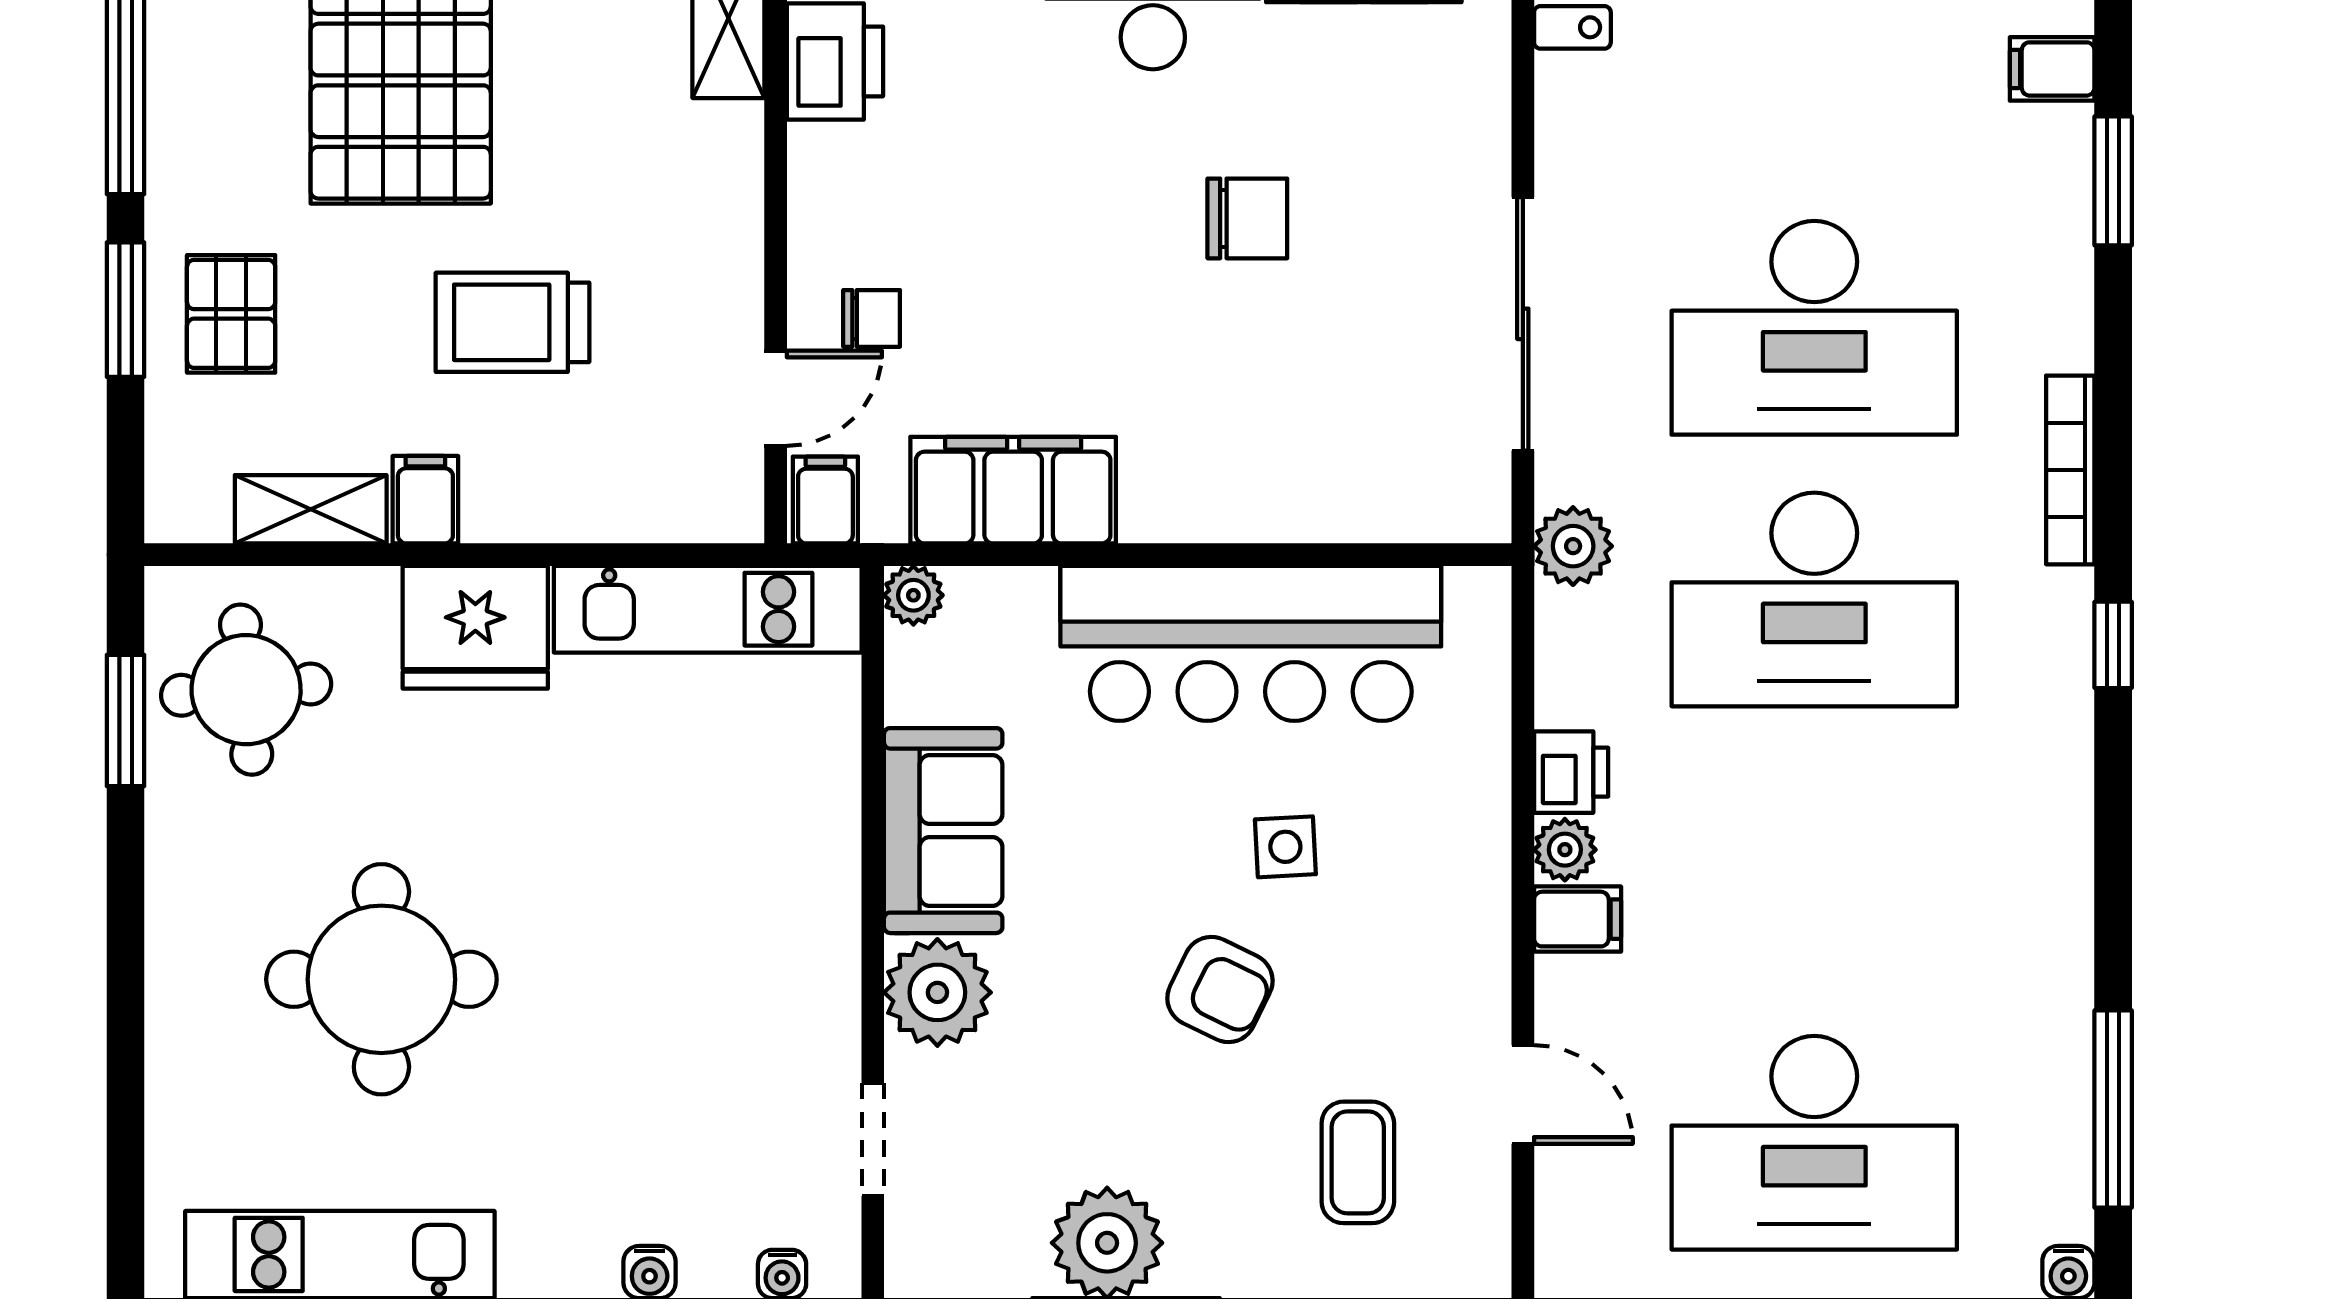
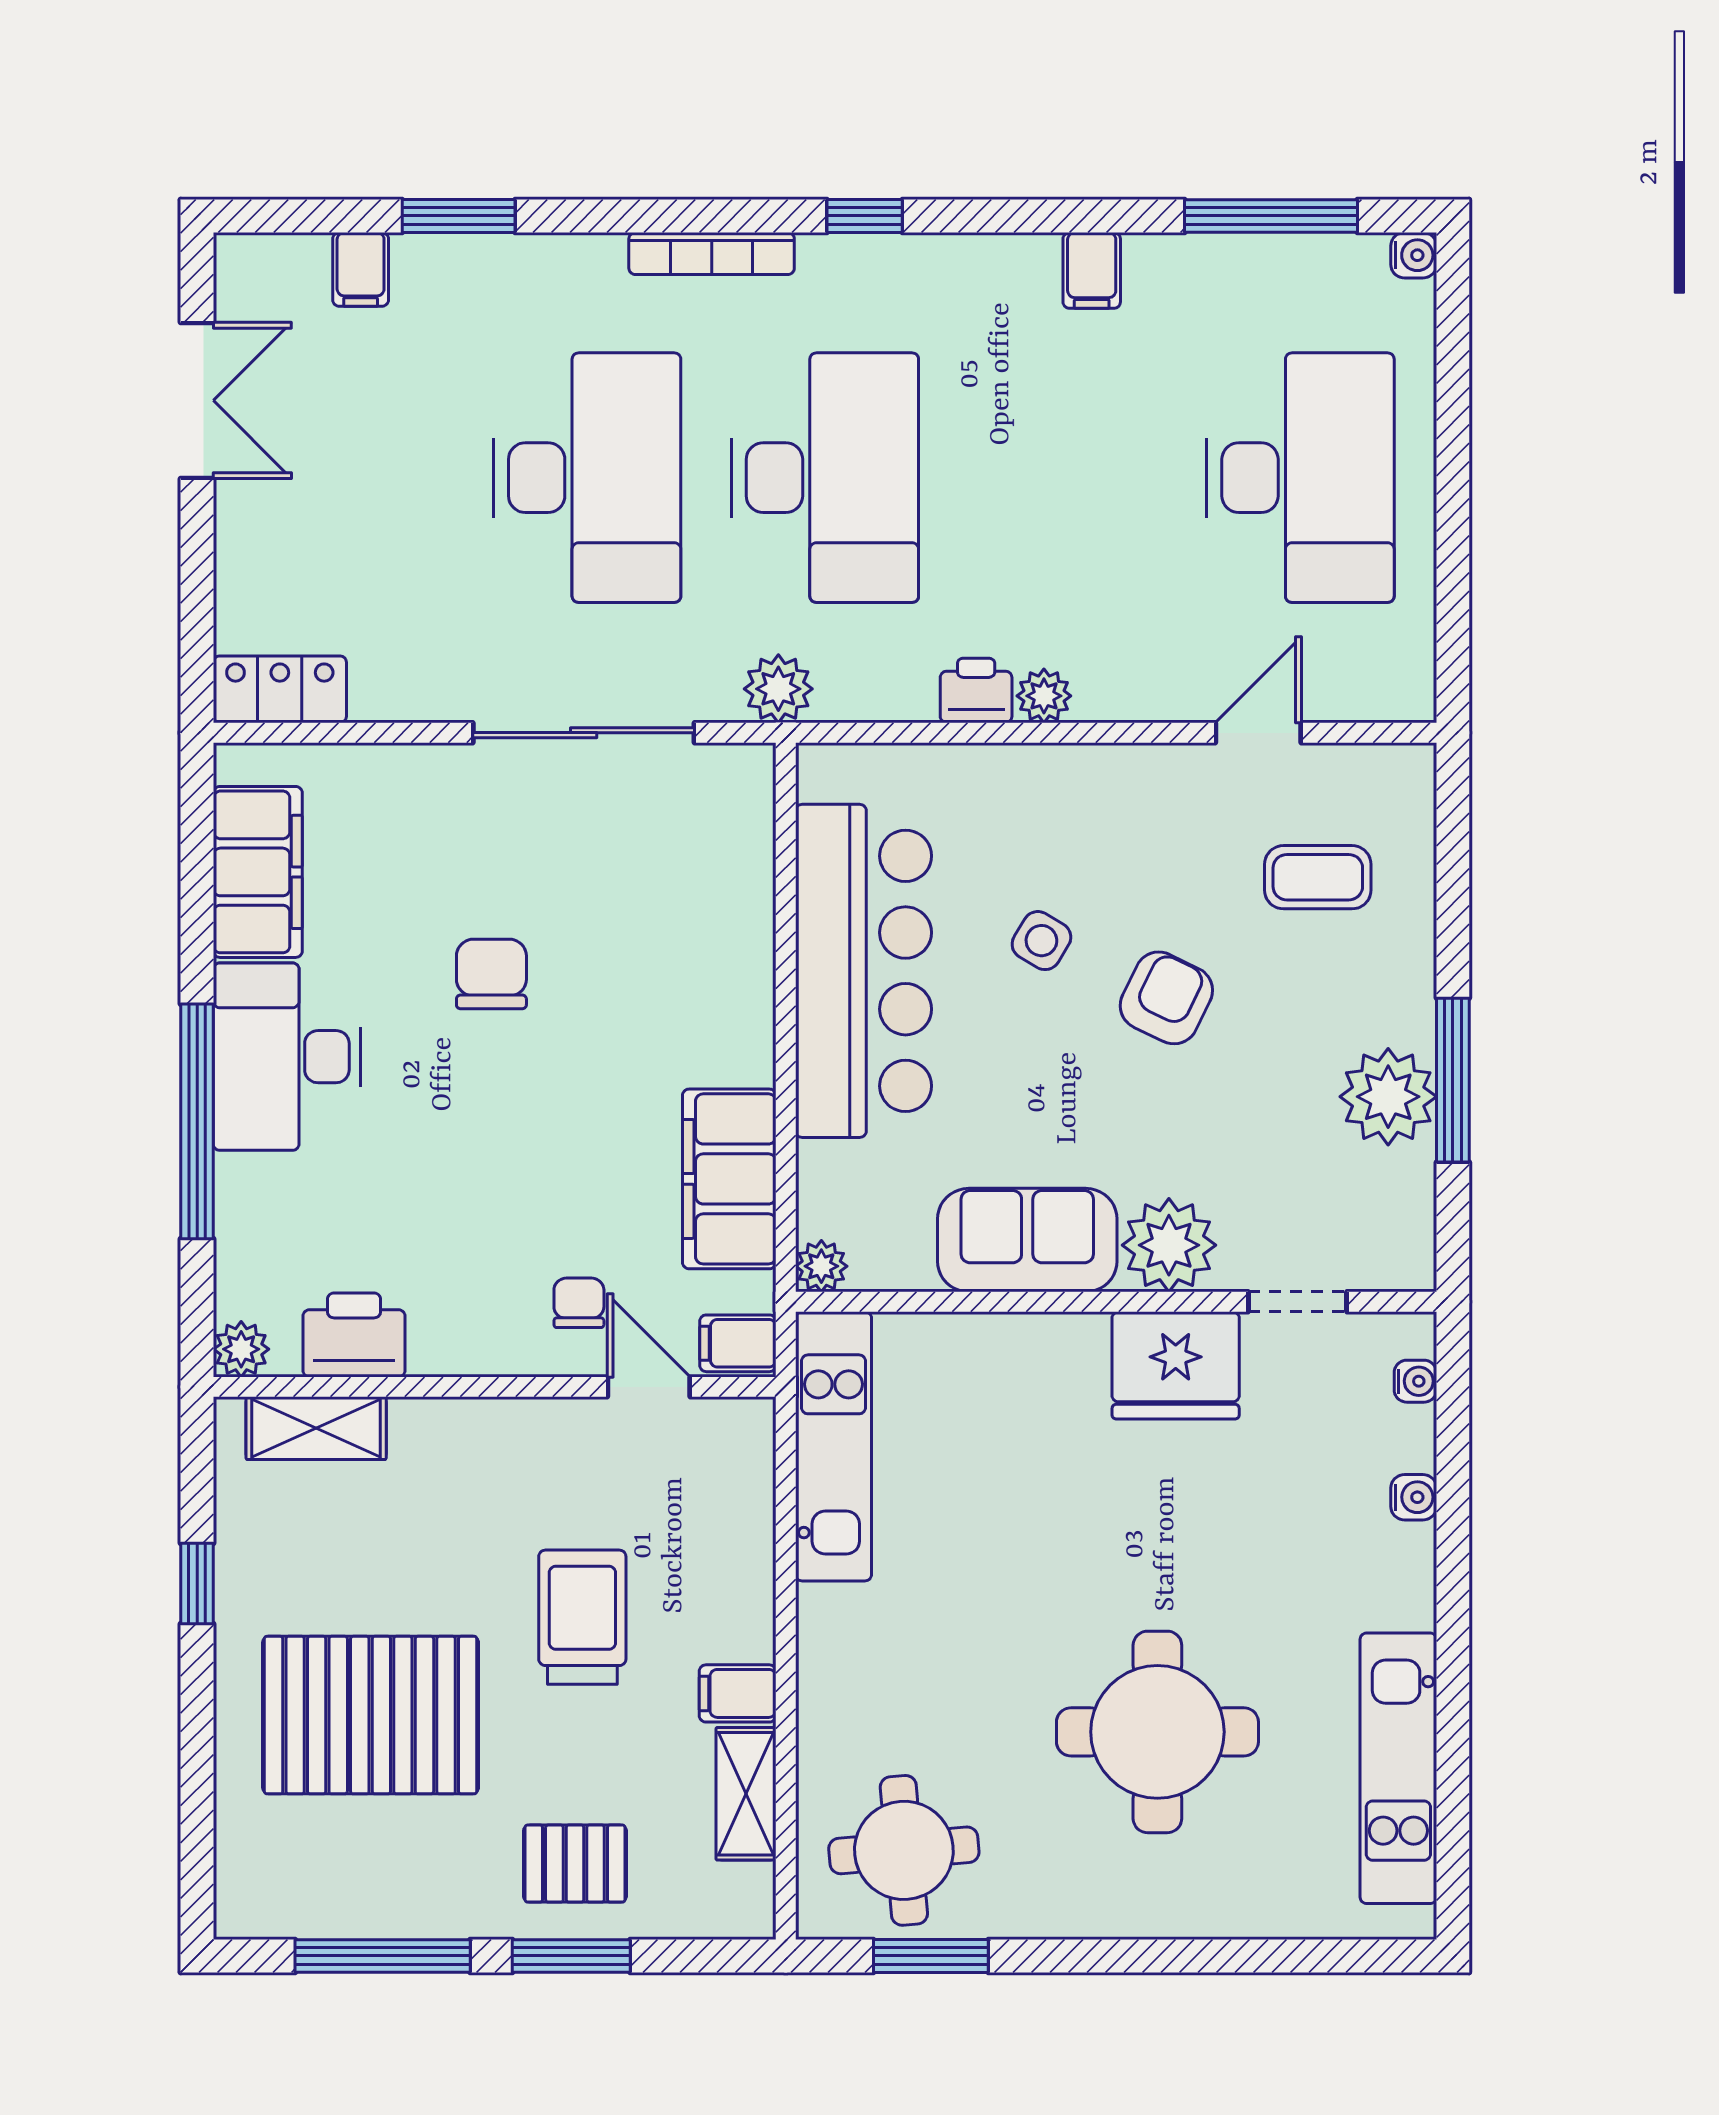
trolley: (512, 322) -> (582, 1617), turned 180
fridge: (475, 627) -> (1176, 1365), moved, turned 90
side table: (1285, 847) -> (1041, 941), turned 34
filing cabinet: (1578, 919) -> (1092, 270), moved, turned 180

